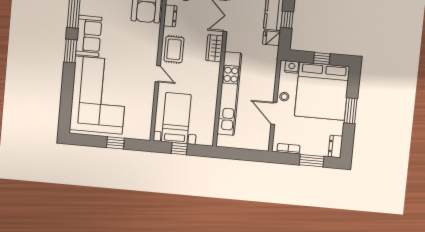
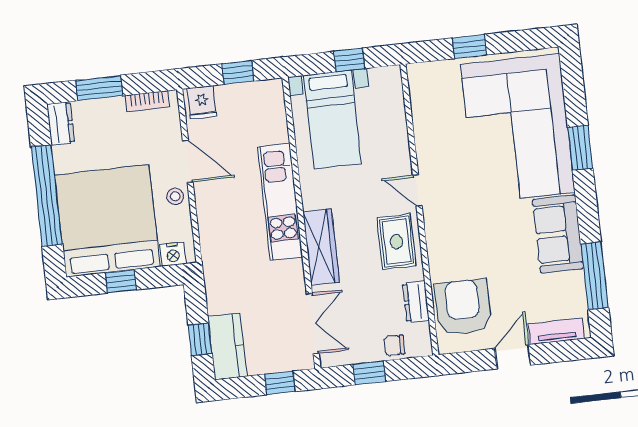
fridge: (271, 38) -> (202, 102), moved, turned 90
wardrobe: (215, 48) -> (321, 247), width x1.50
window: (70, 51) -> (580, 148), moved
kitchen unit: (229, 94) -> (280, 202), width x0.73
window: (351, 111) -> (47, 196), width x2.11
bed with nightstands: (176, 118) -> (332, 119), moved
window: (238, 154) -> (238, 72), added

